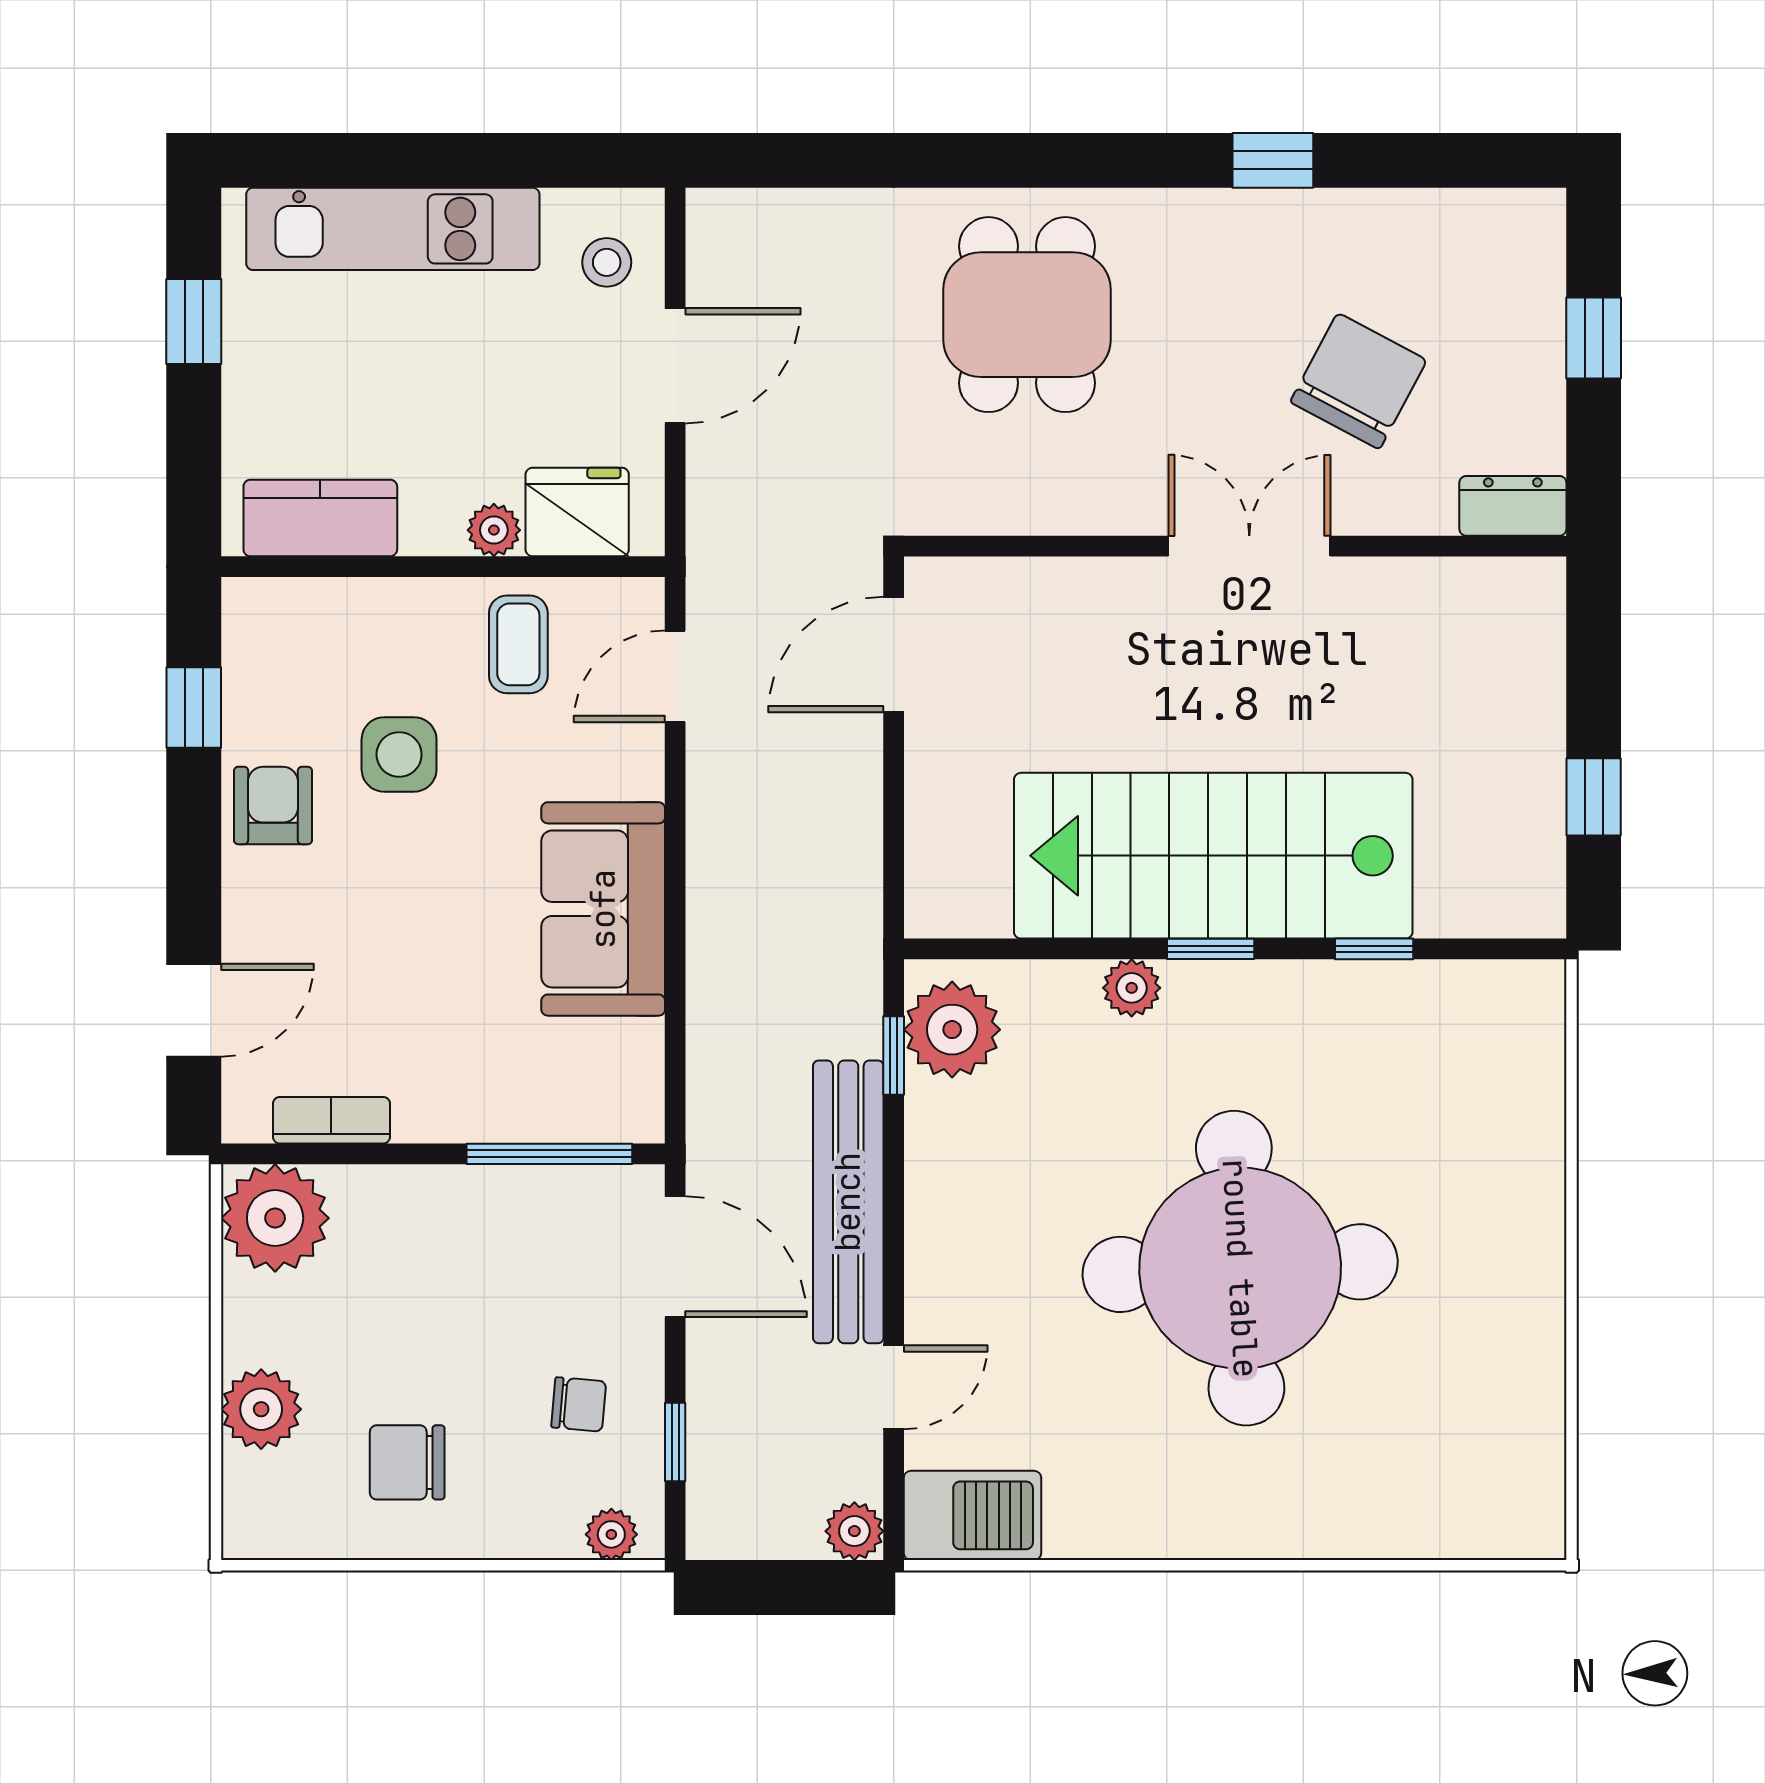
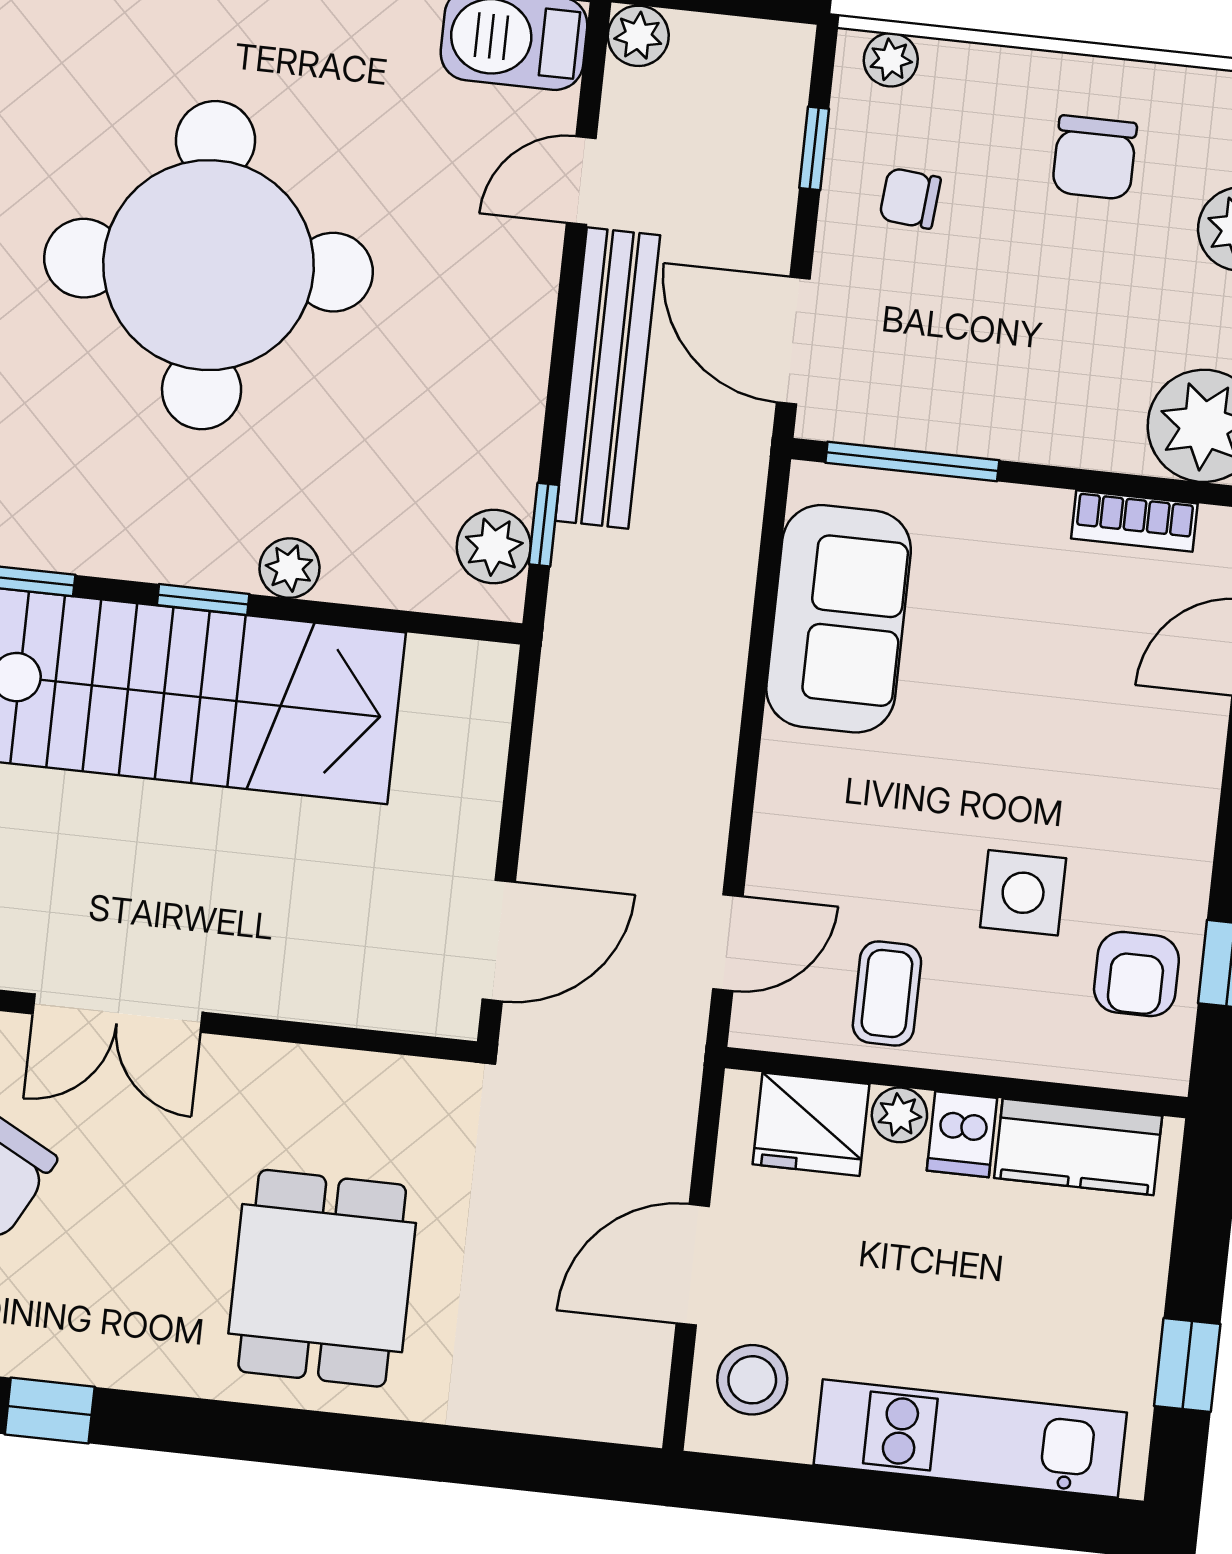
stool: (607, 262) -> (752, 1380), width x1.37, depth x1.37
dishwasher: (432, 518) -> (962, 1134), added
armchair: (273, 806) -> (1136, 974), moved
sofa: (603, 909) -> (839, 619), moved
plant: (952, 1030) -> (494, 546), width x0.73, depth x0.73
chair: (407, 1462) -> (1094, 157), turned 90

